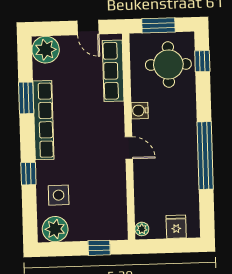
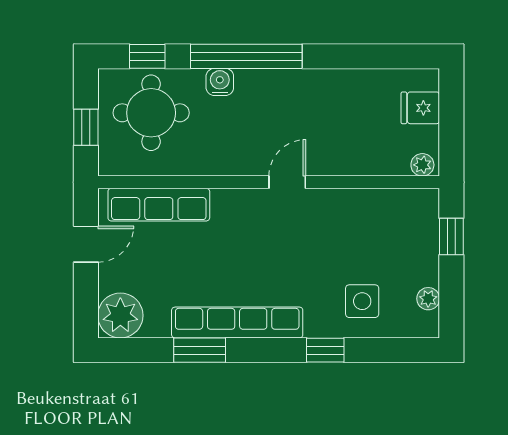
window: (158, 25) -> (86, 127), width x0.67
water cooler: (140, 111) -> (220, 82), moved, turned 180
window: (205, 155) -> (246, 56), moved
plant: (55, 229) -> (428, 299), width x0.53, depth x0.53

